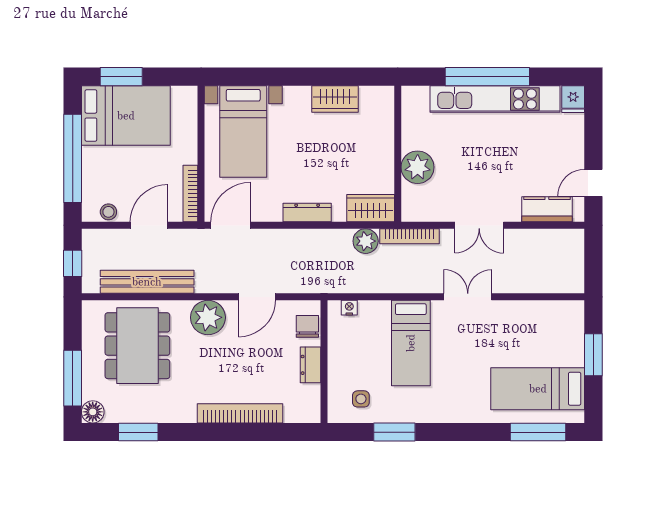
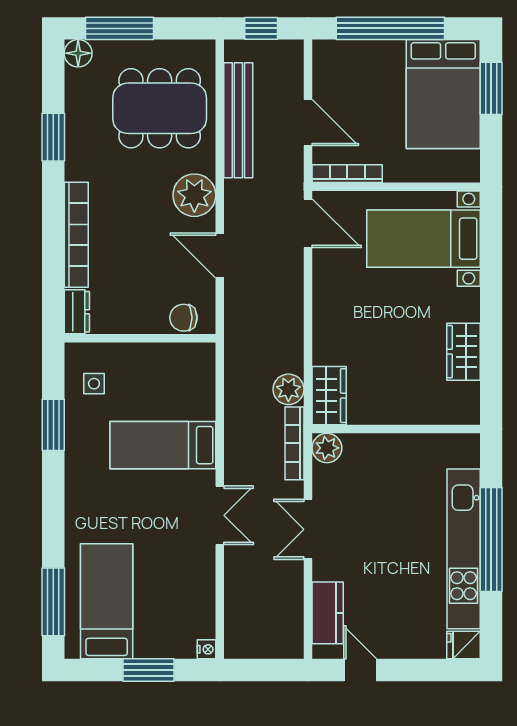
plant: (418, 167) -> (327, 448), moved, width x0.73, depth x0.73
stool: (108, 212) -> (325, 73), removed
dresser: (307, 213) -> (324, 317), removed
nightstand: (349, 308) -> (207, 649), moved
chair: (307, 326) -> (183, 318), turned 180
dresser: (311, 365) -> (77, 312), moved, turned 90
window: (138, 432) -> (53, 137), moved

